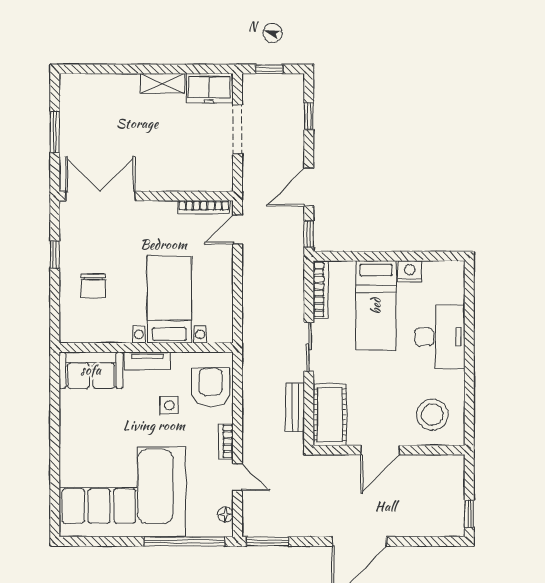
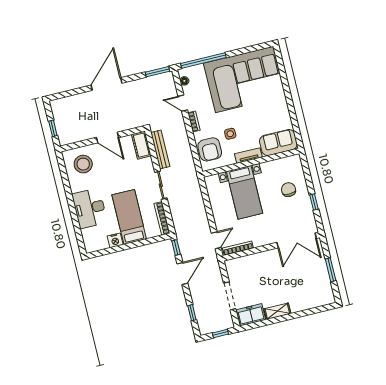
bench: (295, 407) -> (160, 150), width x1.36
cot: (330, 415) -> (141, 145), width x0.73, depth x0.75
door: (380, 450) -> (107, 137), swing flipped
window: (469, 514) -> (53, 128), moved

